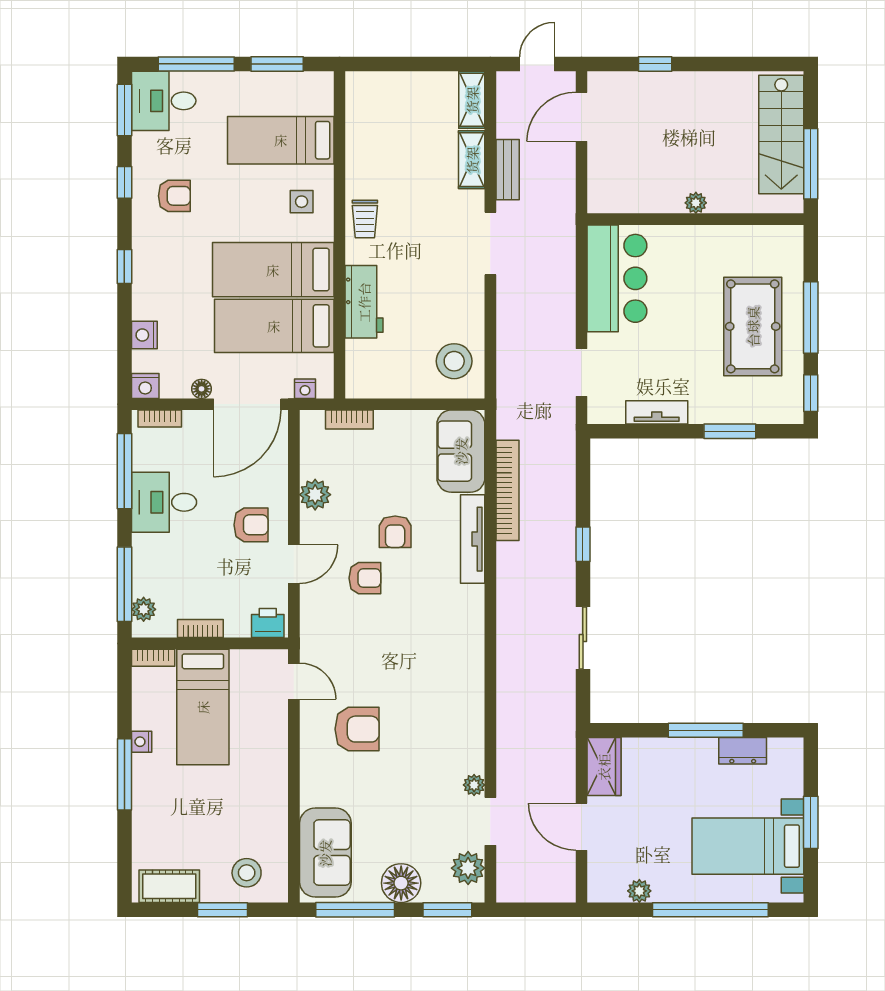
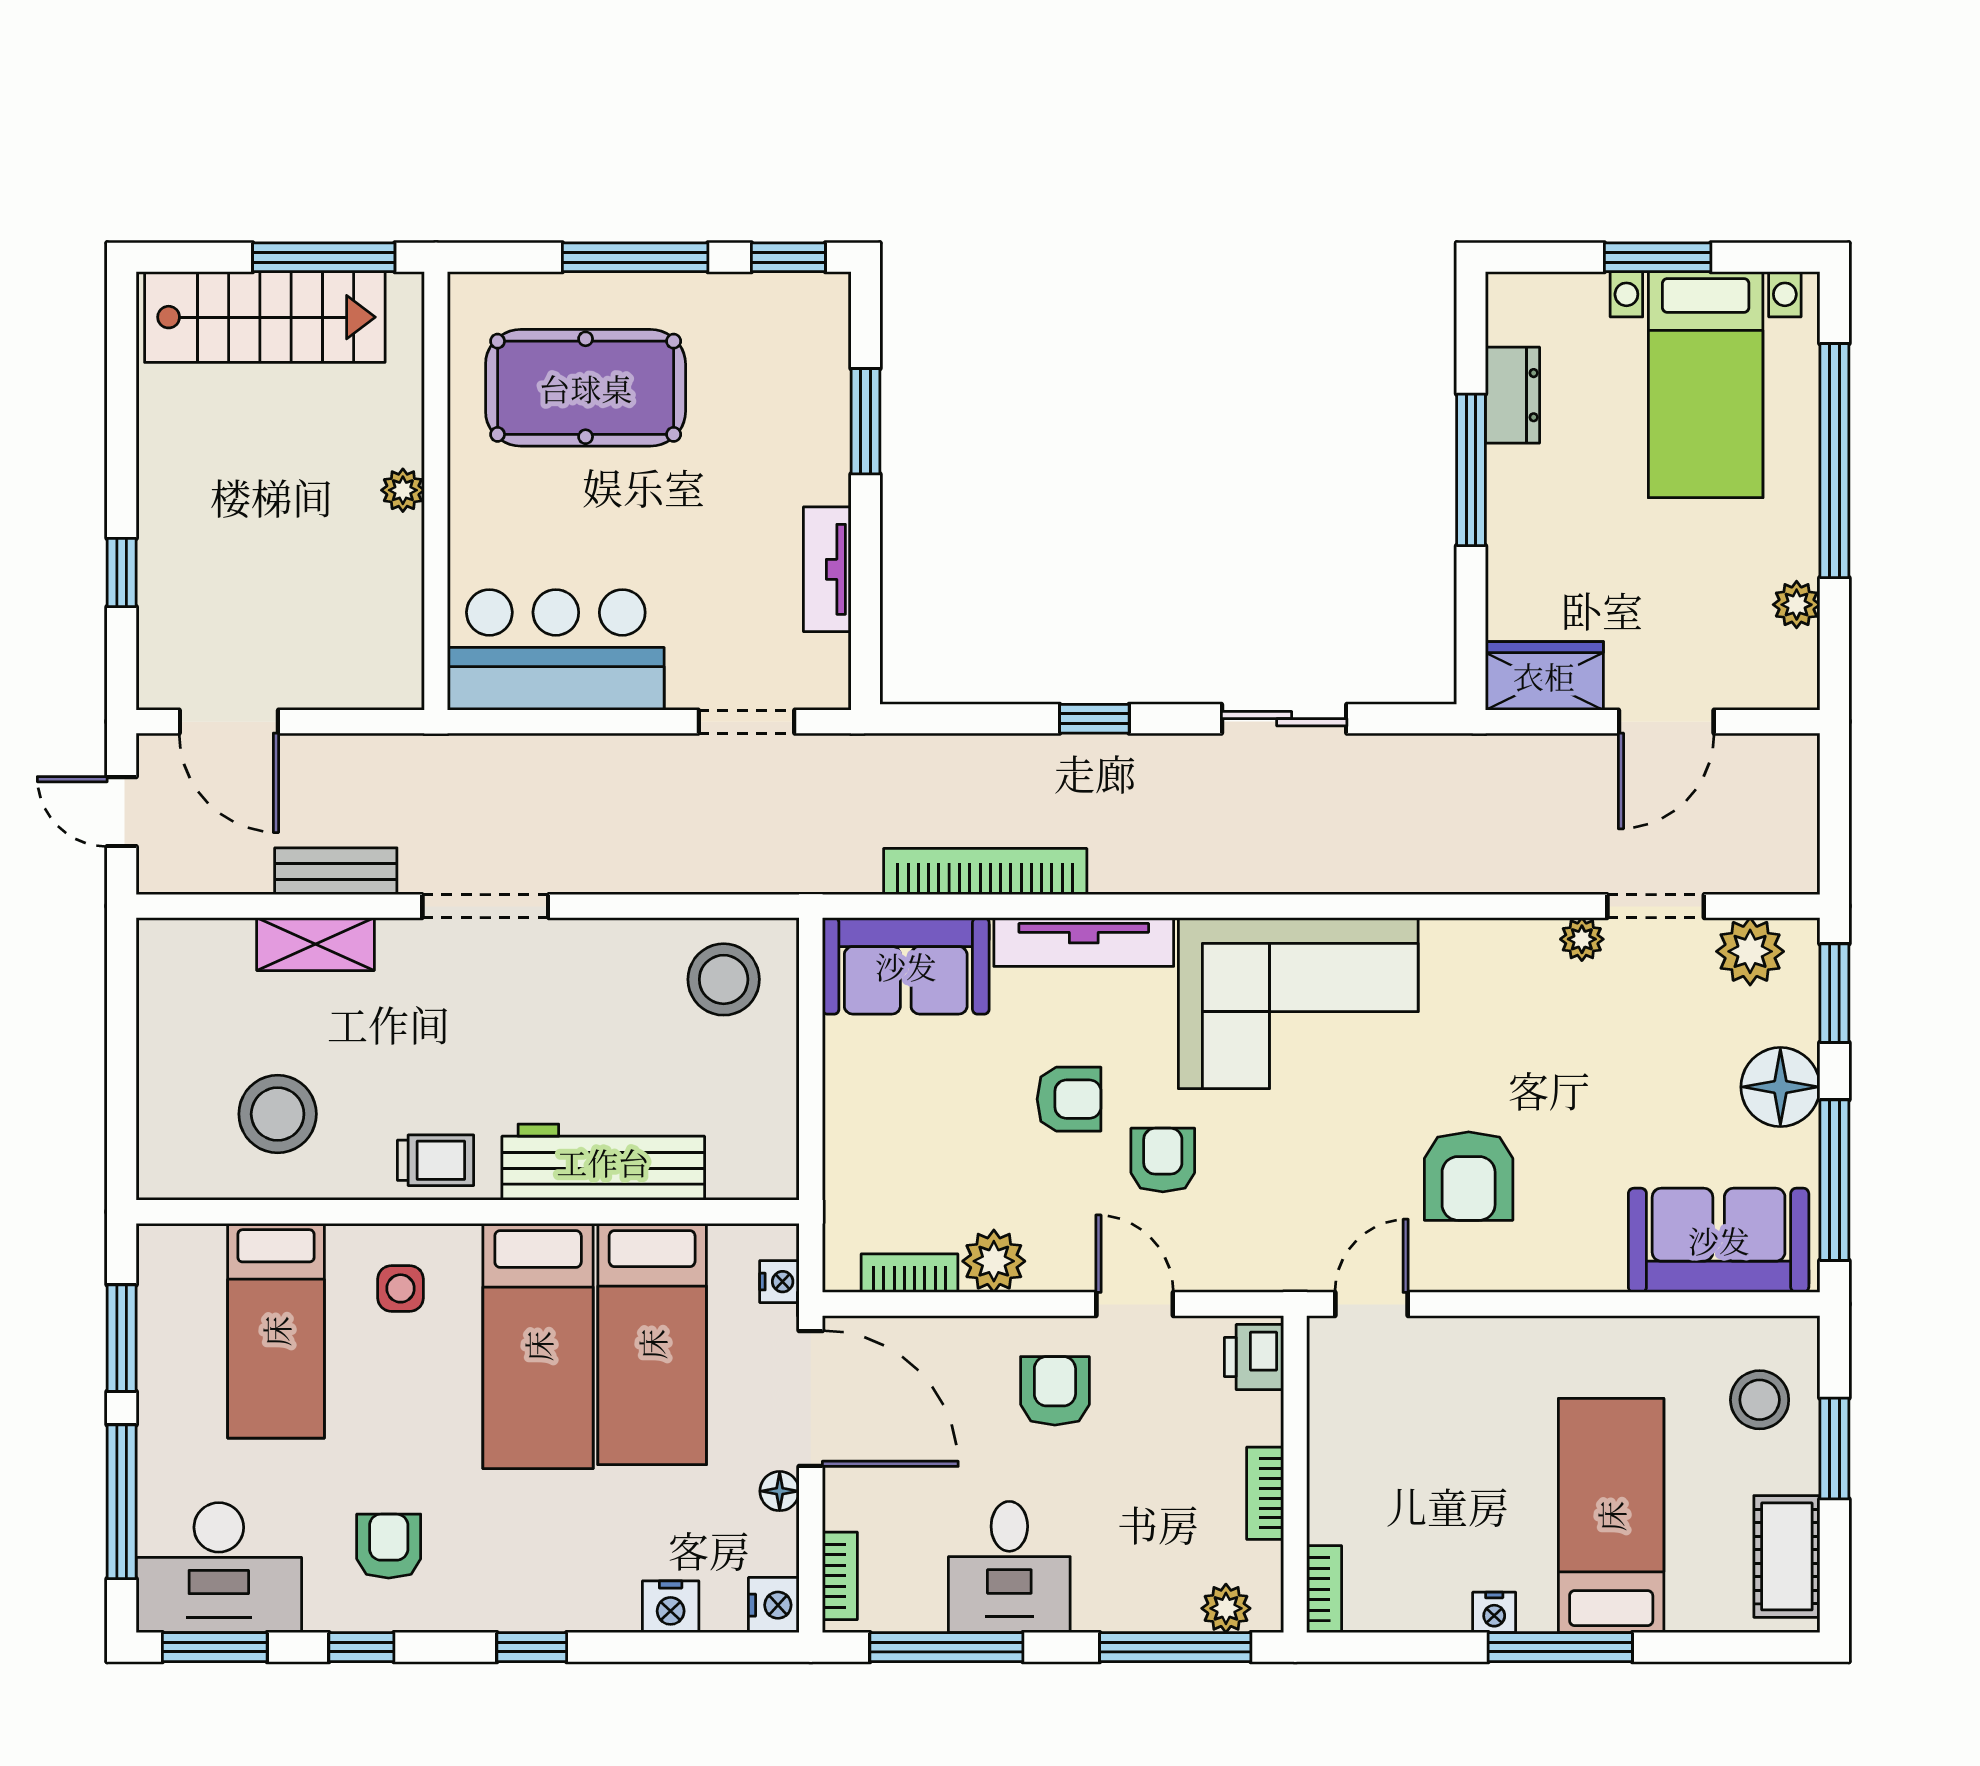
shelving: (472, 100) -> (194, 944), removed
desk: (164, 101) -> (219, 1568), width x1.37
stool: (388, 141) -> (278, 1114), added
workbench: (364, 302) -> (603, 1162), width x1.38
pool table: (753, 326) -> (586, 388), moved
bookcase: (349, 419) -> (910, 1273), moved, turned -90
corner sofa: (442, 645) -> (1298, 1003), added
bed: (203, 707) -> (1611, 1516), moved, turned -90
armchair: (357, 729) -> (1469, 1176), turned 180

